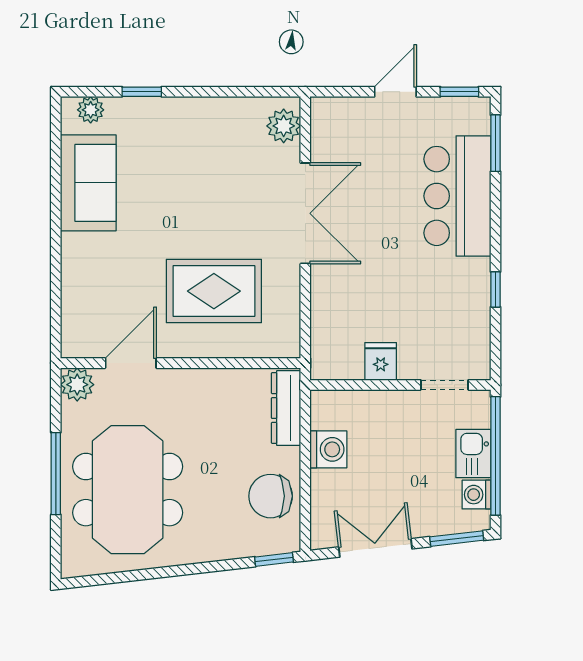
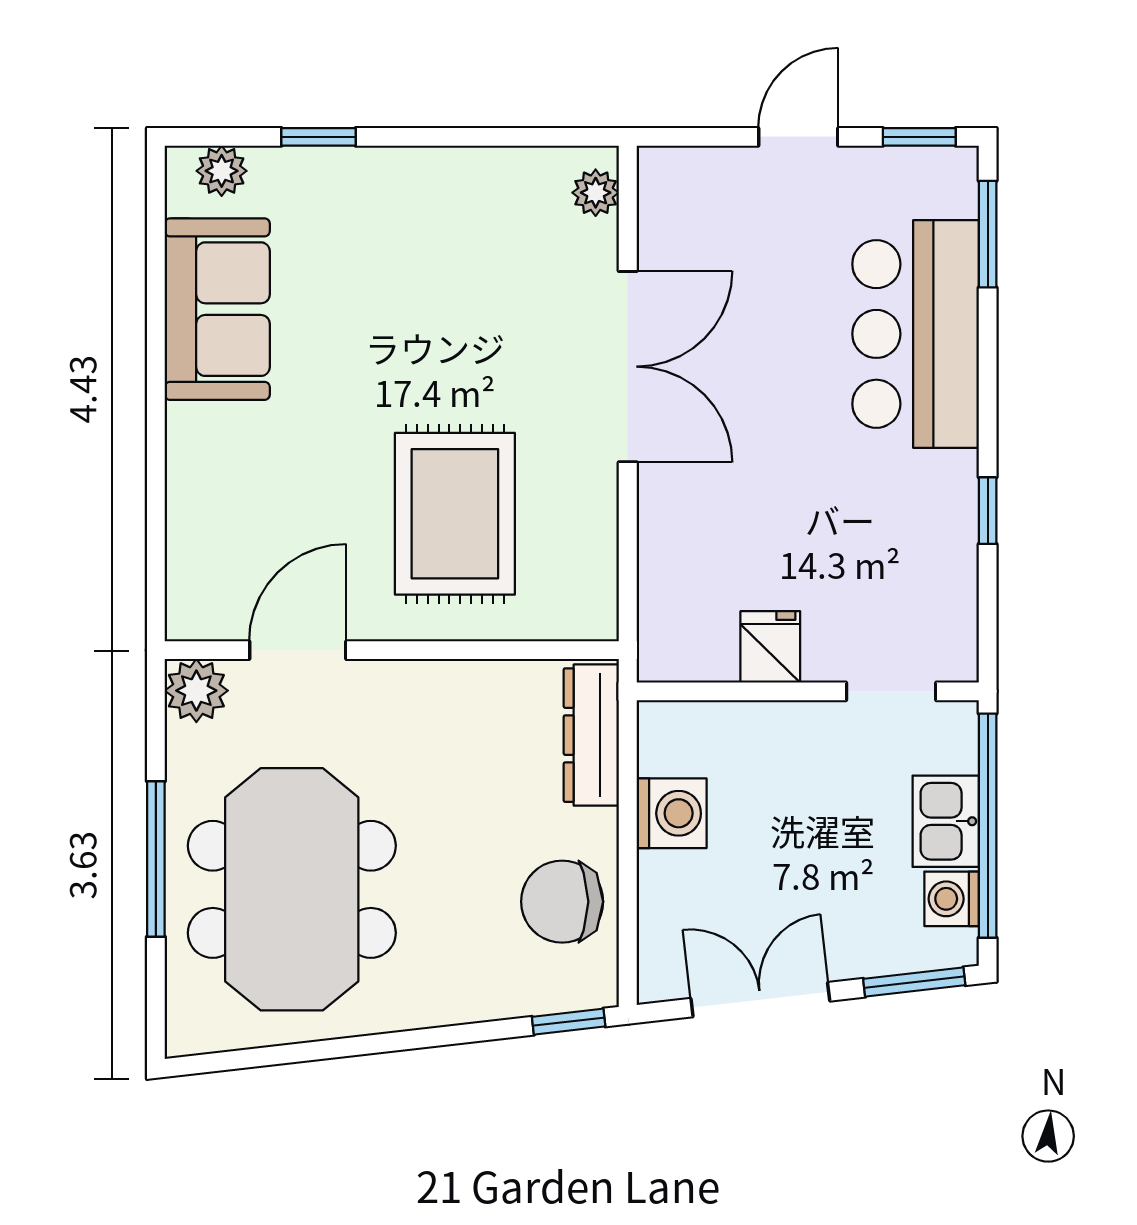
plant: (284, 126) -> (596, 193), width x0.73, depth x0.73
rug: (214, 291) -> (455, 514), turned 90

